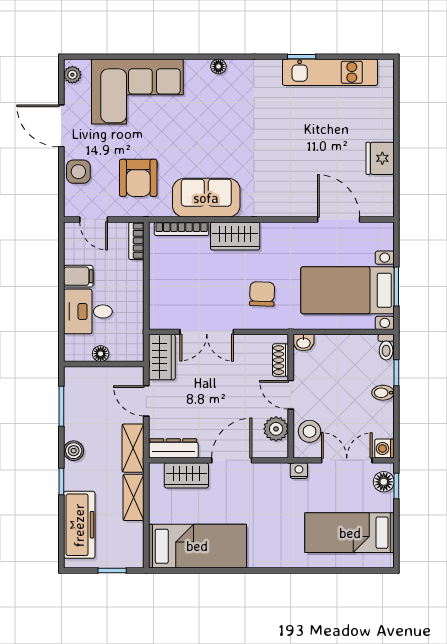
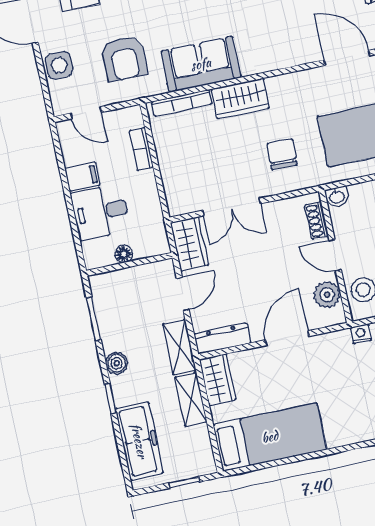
bookcase: (136, 241) -> (141, 149), moved
door: (146, 401) -> (183, 294), swing flipped
wardrobe: (186, 475) -> (218, 380), moved, turned -90

